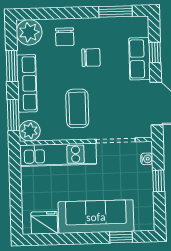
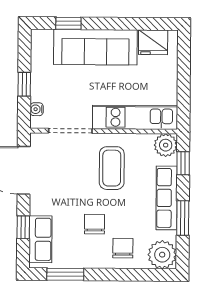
chair: (91, 57) -> (94, 224), turned 90
row of seats: (140, 59) -> (40, 239), moved
window: (13, 115) -> (183, 163), width x0.67

